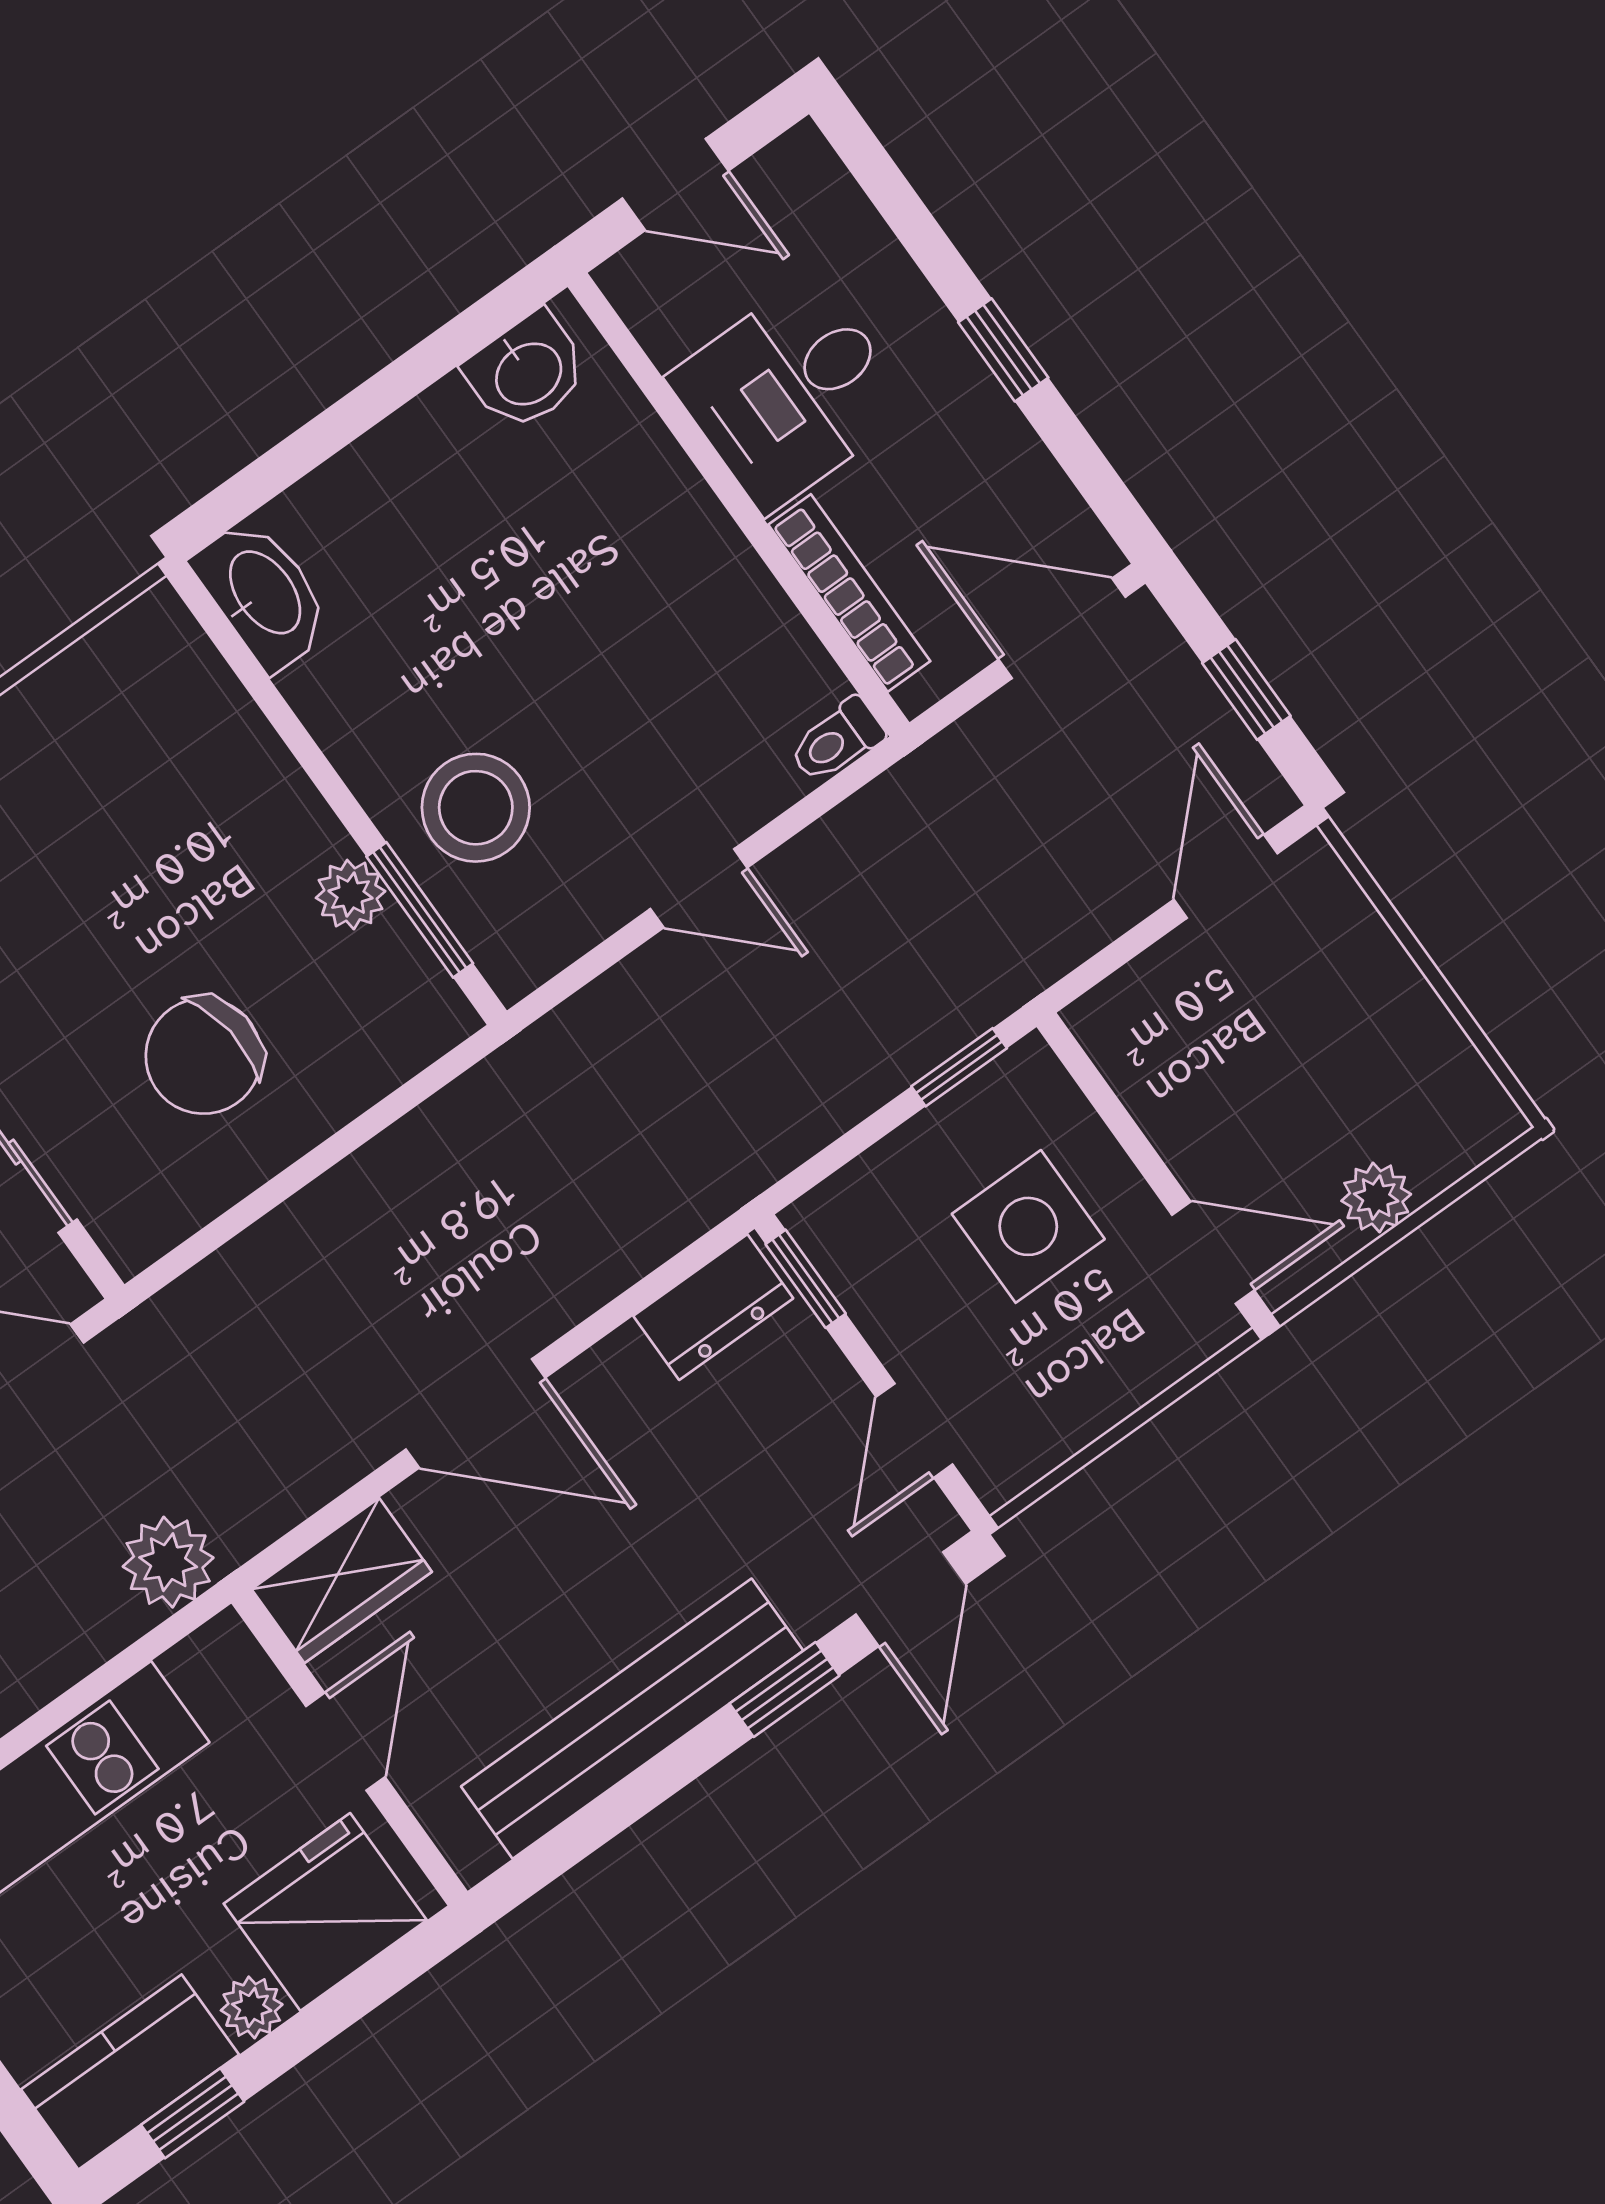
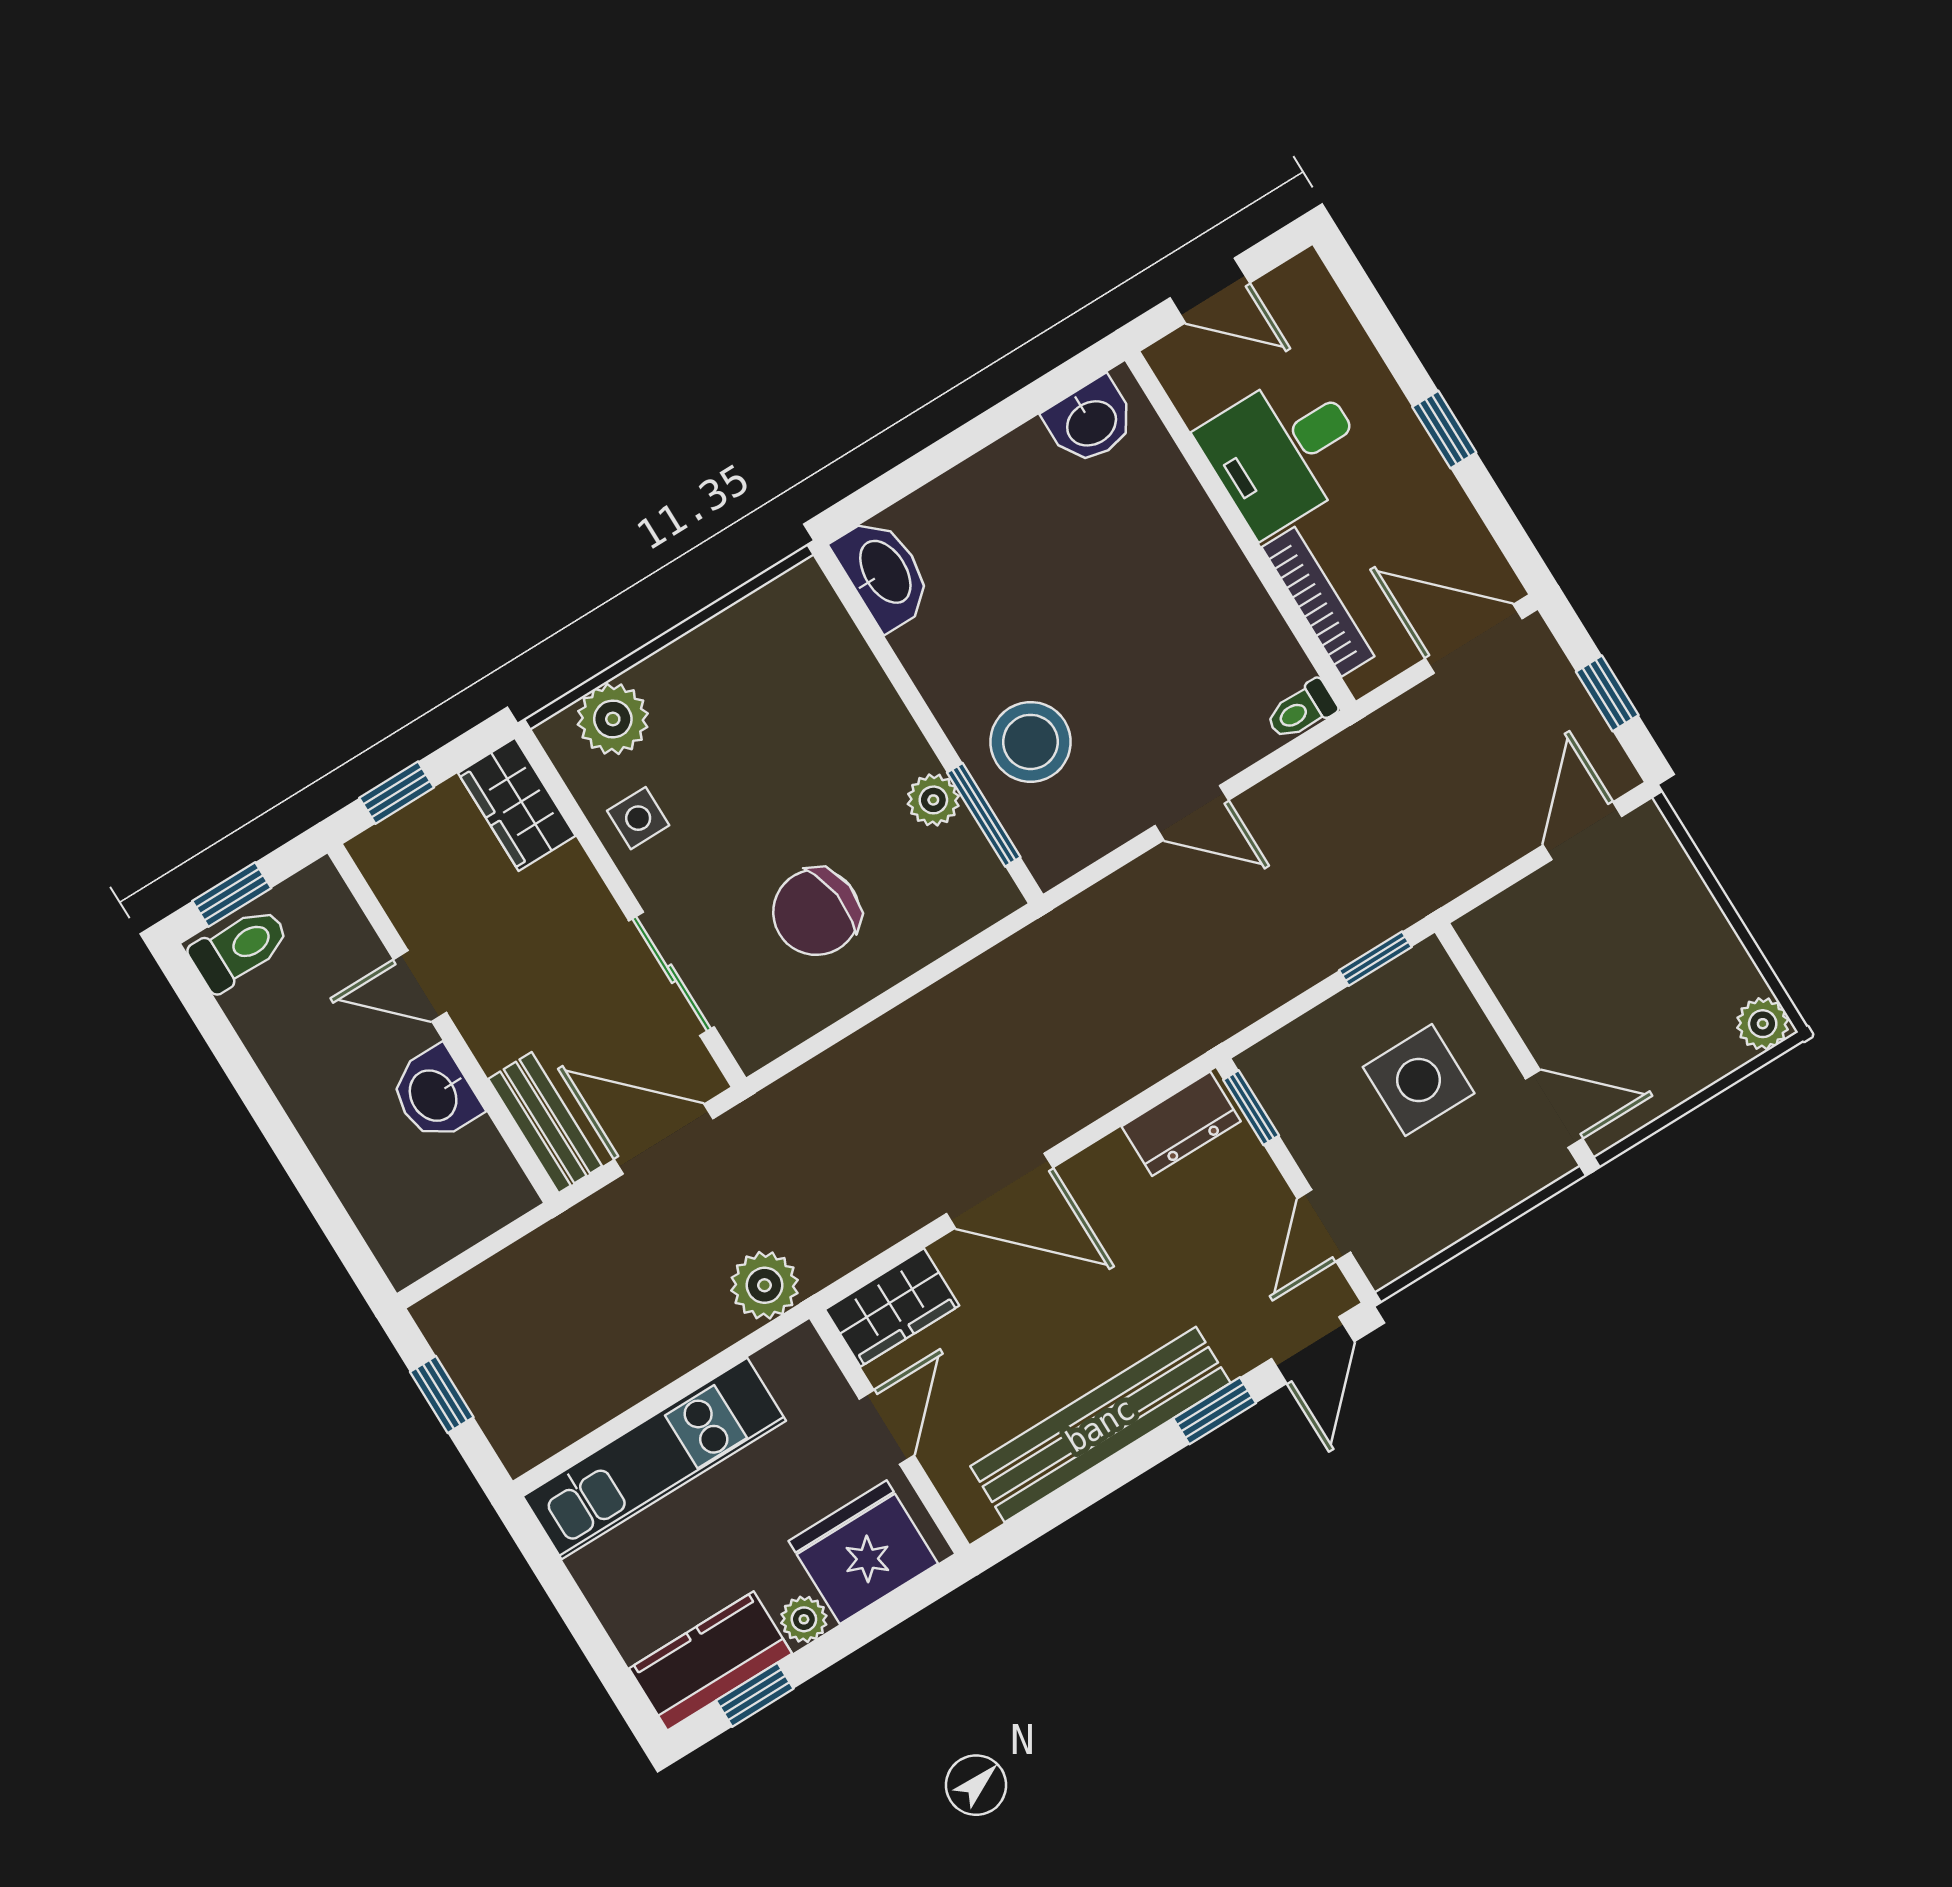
plant: (1376, 1197) -> (1763, 1024), moved

